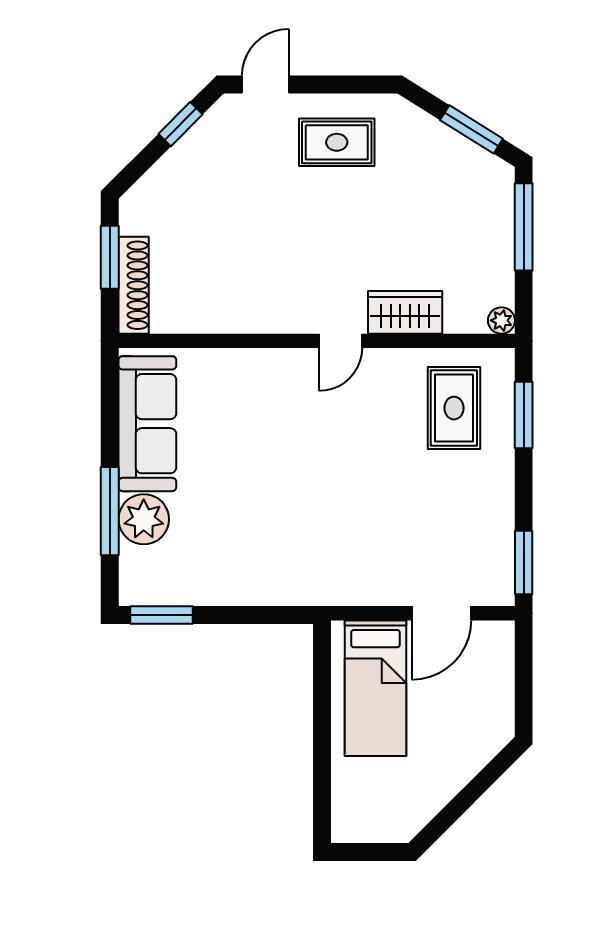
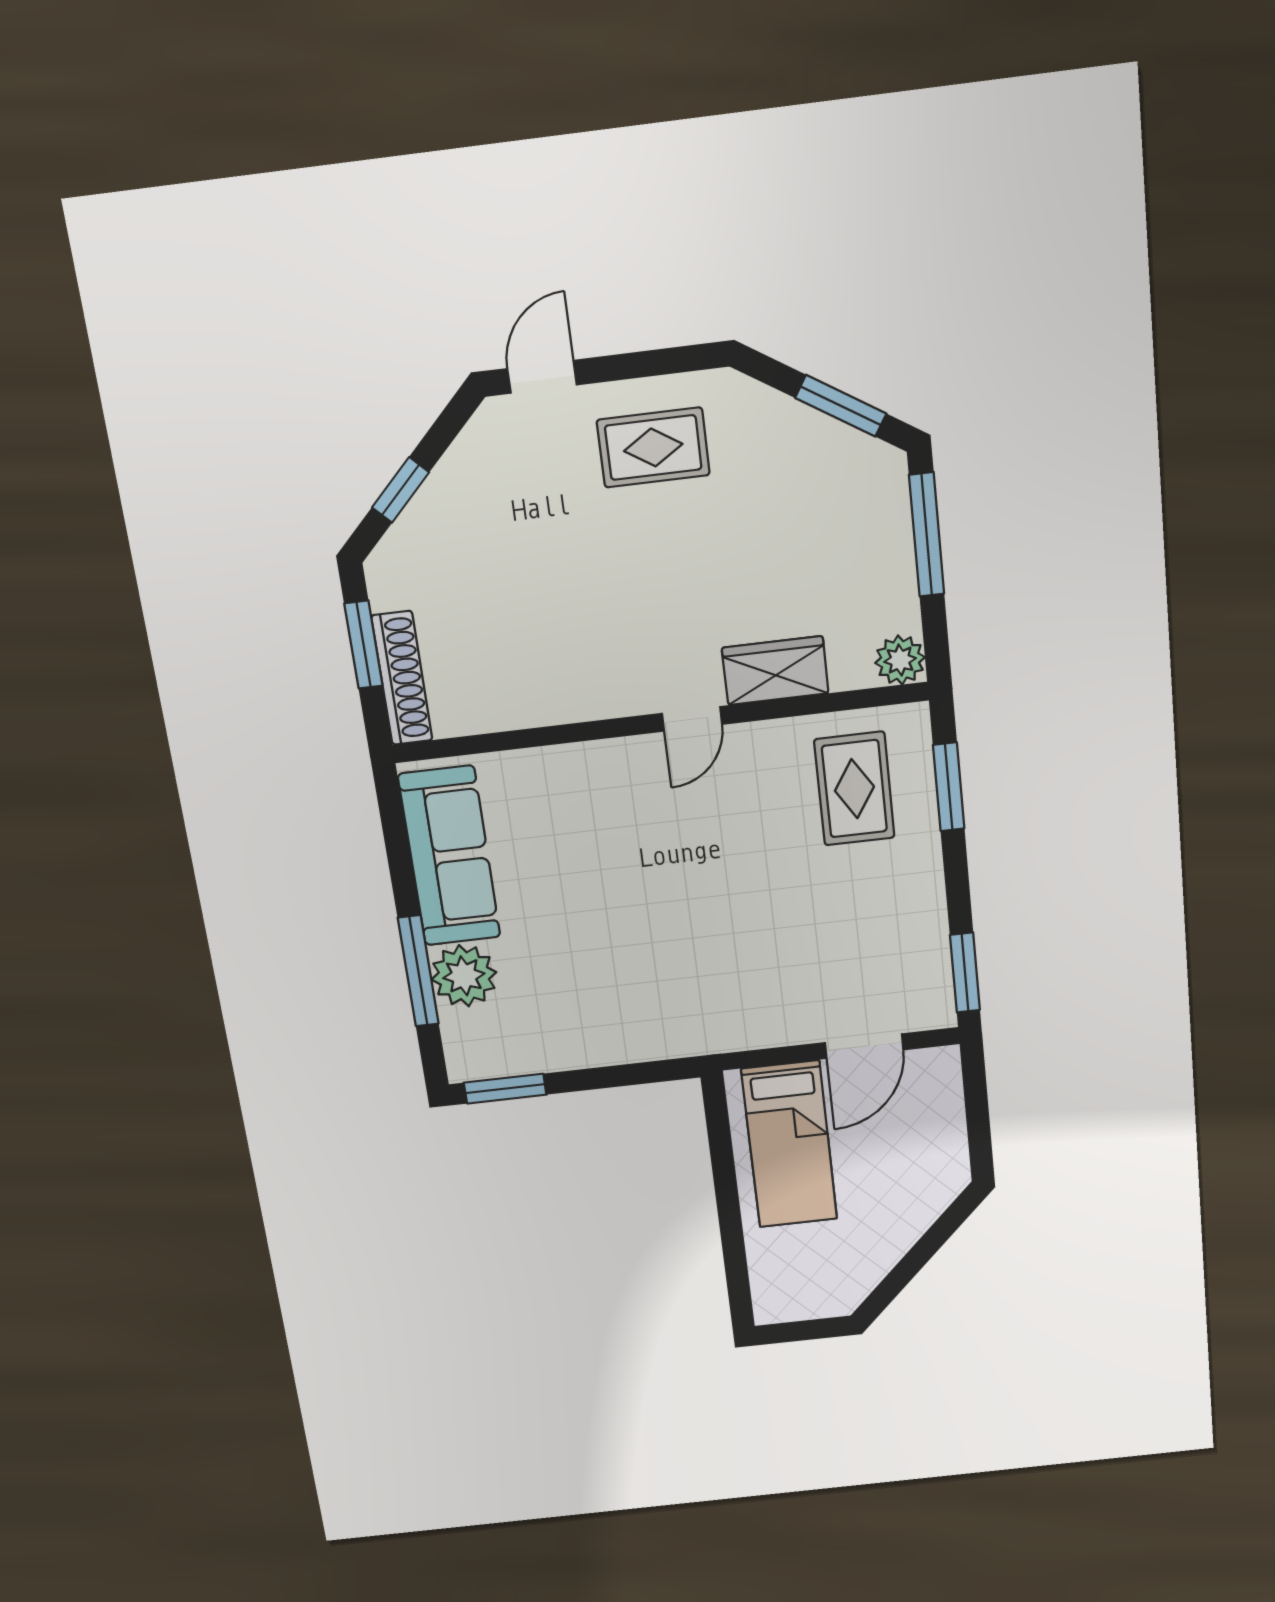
window: (181, 124) -> (401, 490), moved
plant: (501, 320) -> (900, 660), width x1.38, depth x1.38

